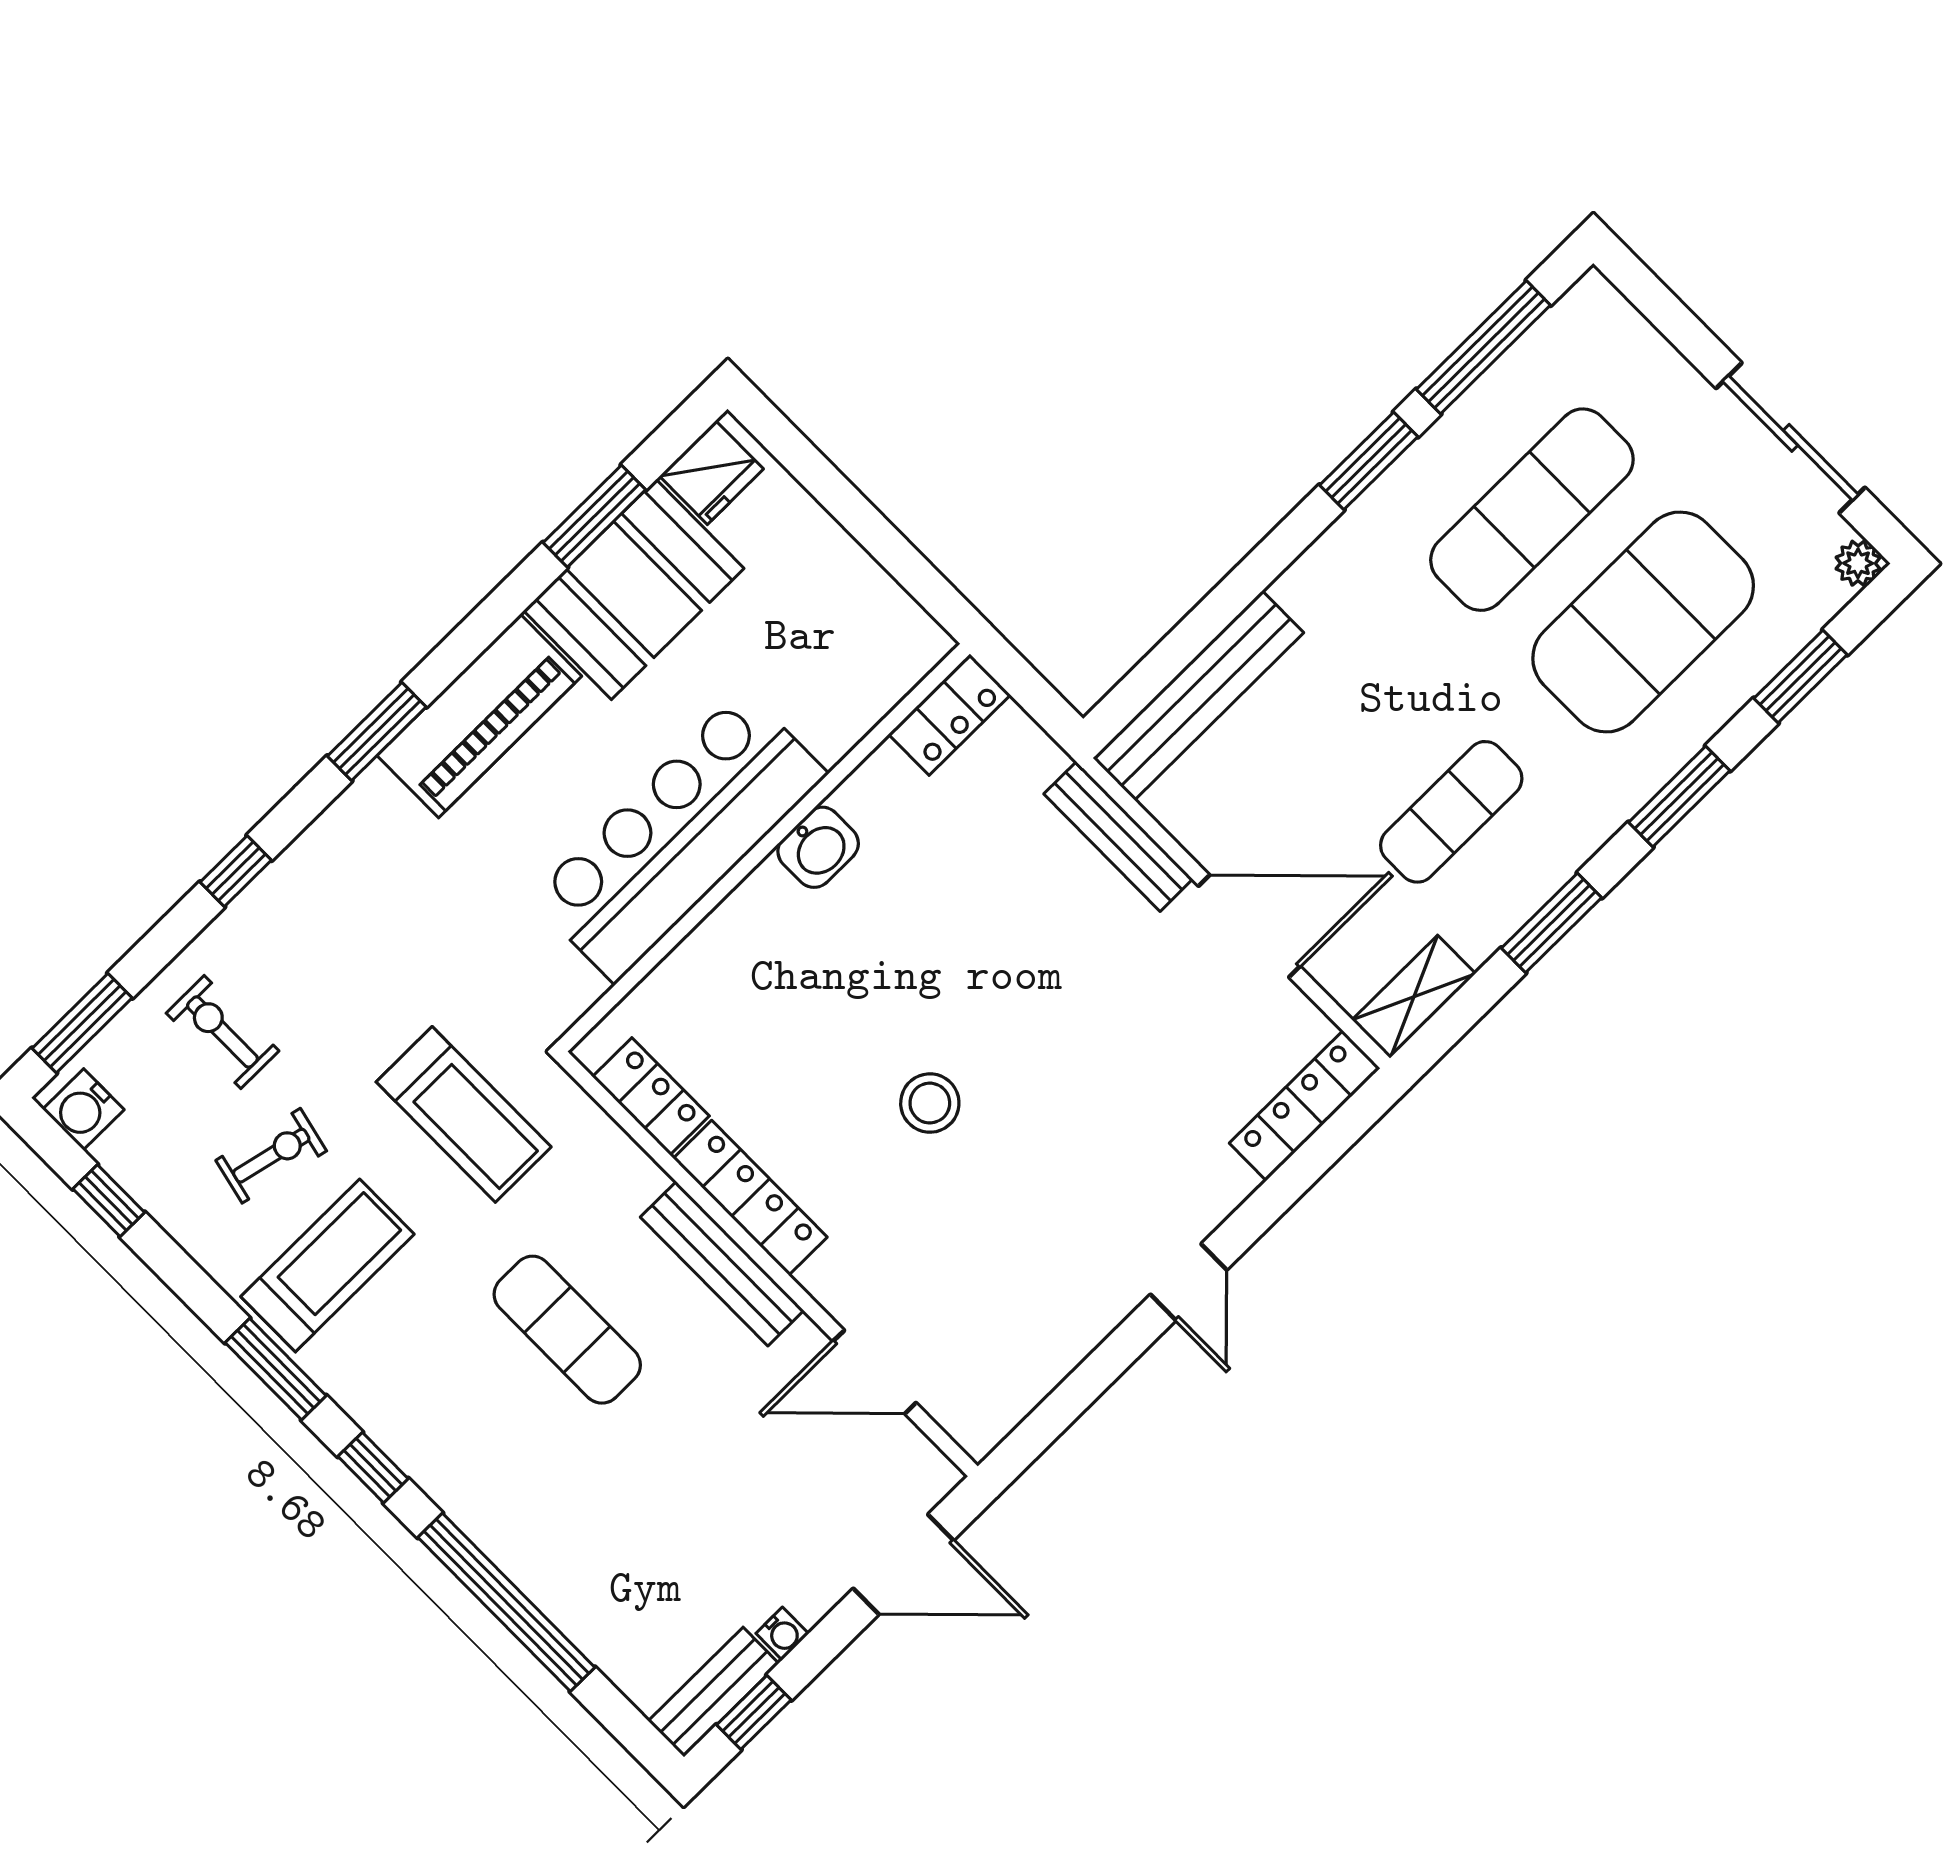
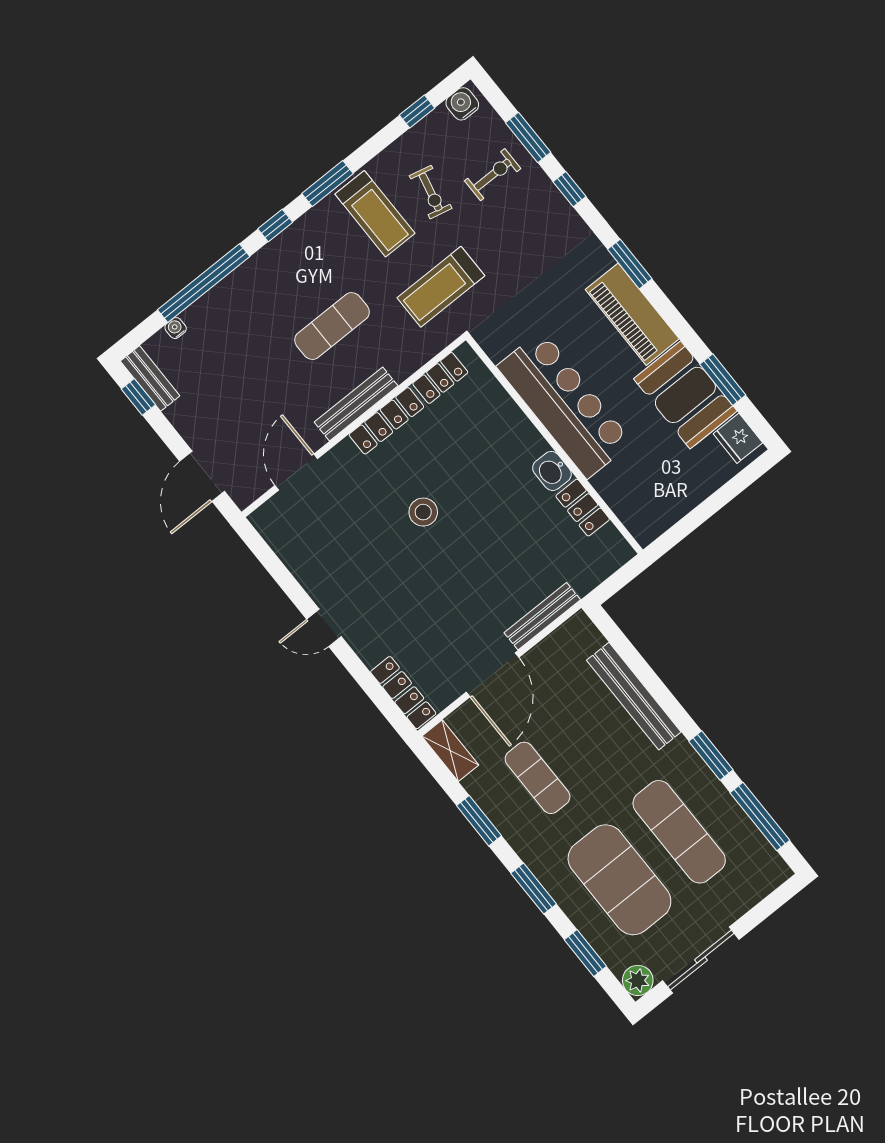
plant: (1858, 563) -> (638, 980), width x1.38, depth x1.38
bench: (1198, 695) -> (634, 696), moved
locker: (949, 715) -> (583, 508), moved
window: (82, 1023) -> (528, 138), moved
water cooler: (782, 1633) -> (176, 328), moved, turned 90

